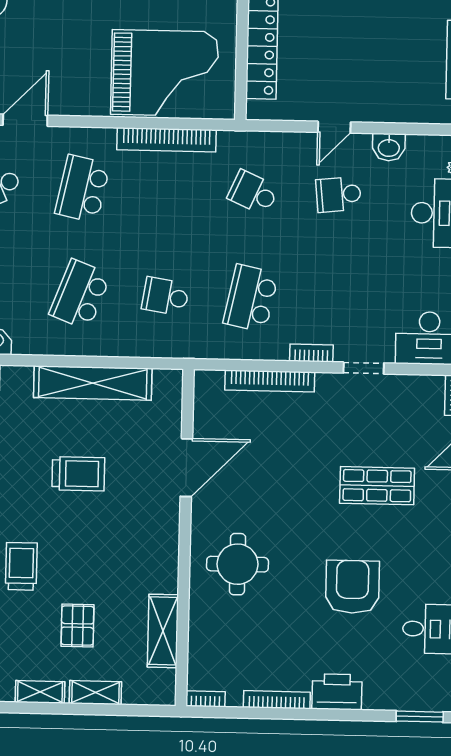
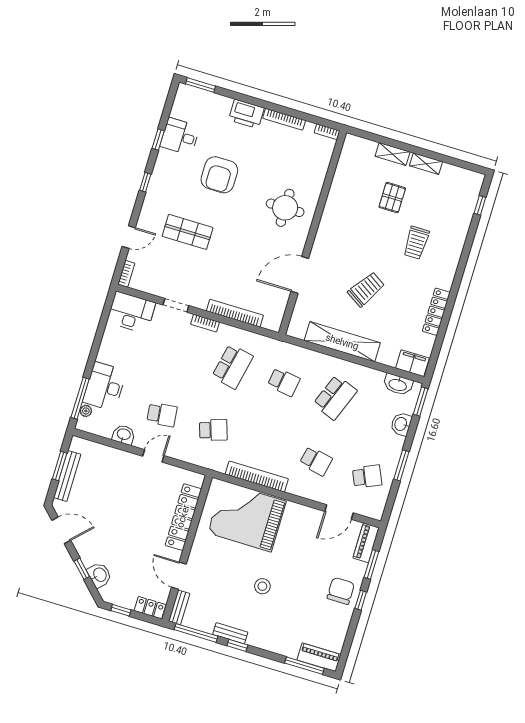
school desk: (83, 189) -> (316, 461), width x0.54
school desk: (253, 193) -> (213, 430), turned -42
trolley: (78, 474) -> (366, 289), turned 123
shelving: (163, 631) -> (341, 180), removed

